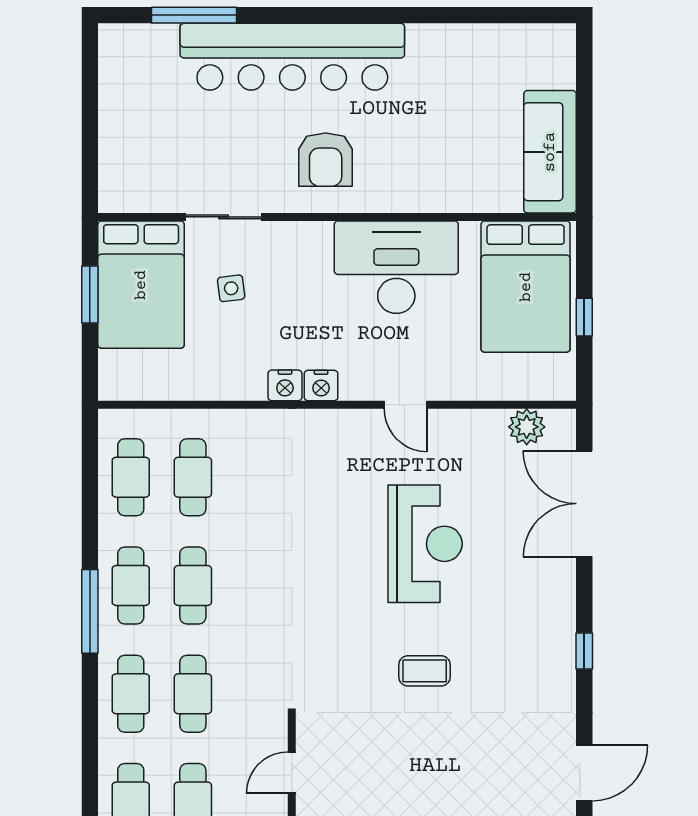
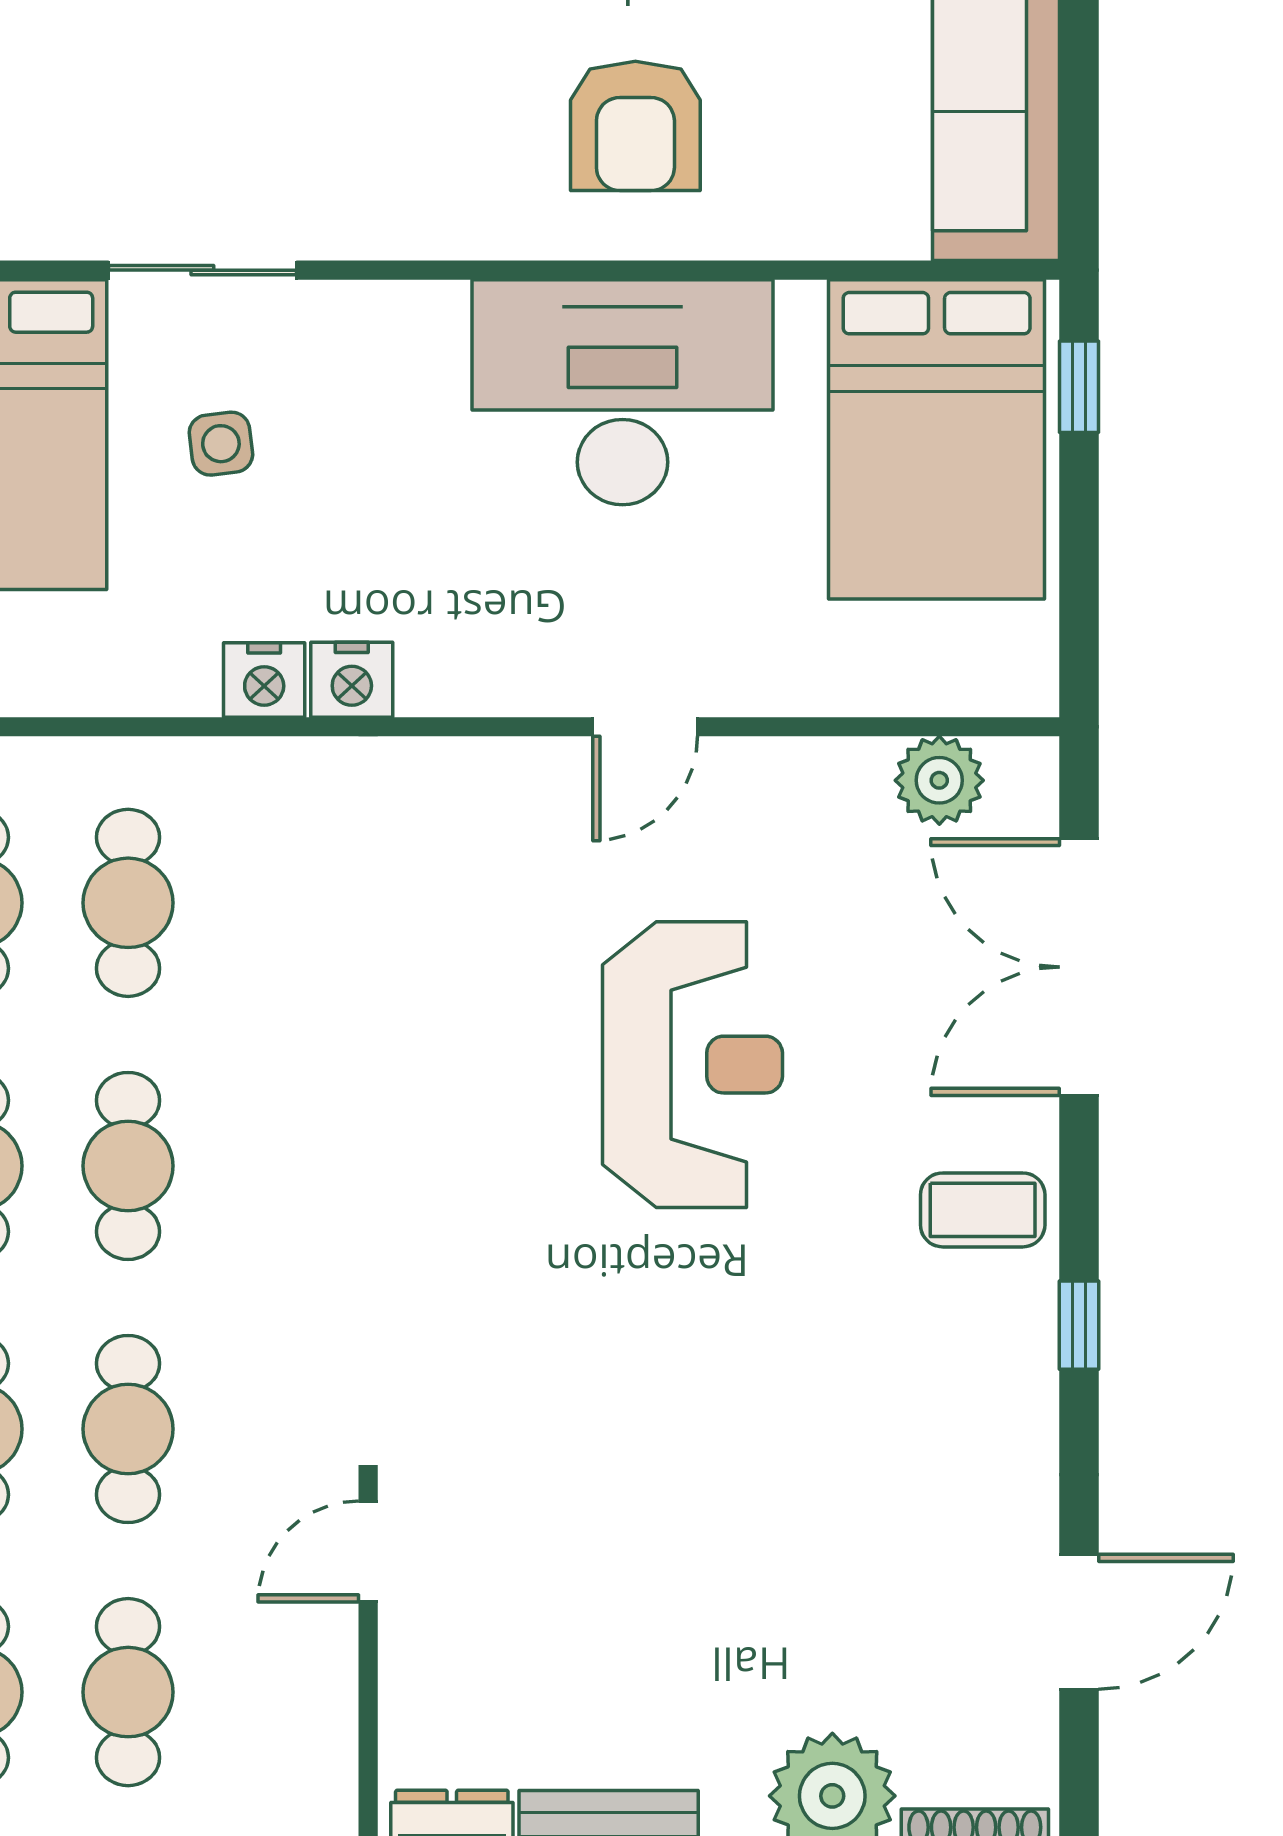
armchair: (326, 160) -> (635, 126), moved
window: (584, 317) -> (1079, 387), moved
nightstand: (321, 386) -> (264, 680), moved
door: (406, 405) -> (645, 727), hinge flipped
coffee table: (425, 671) -> (983, 1210), moved
door: (292, 773) -> (368, 1552), moved

